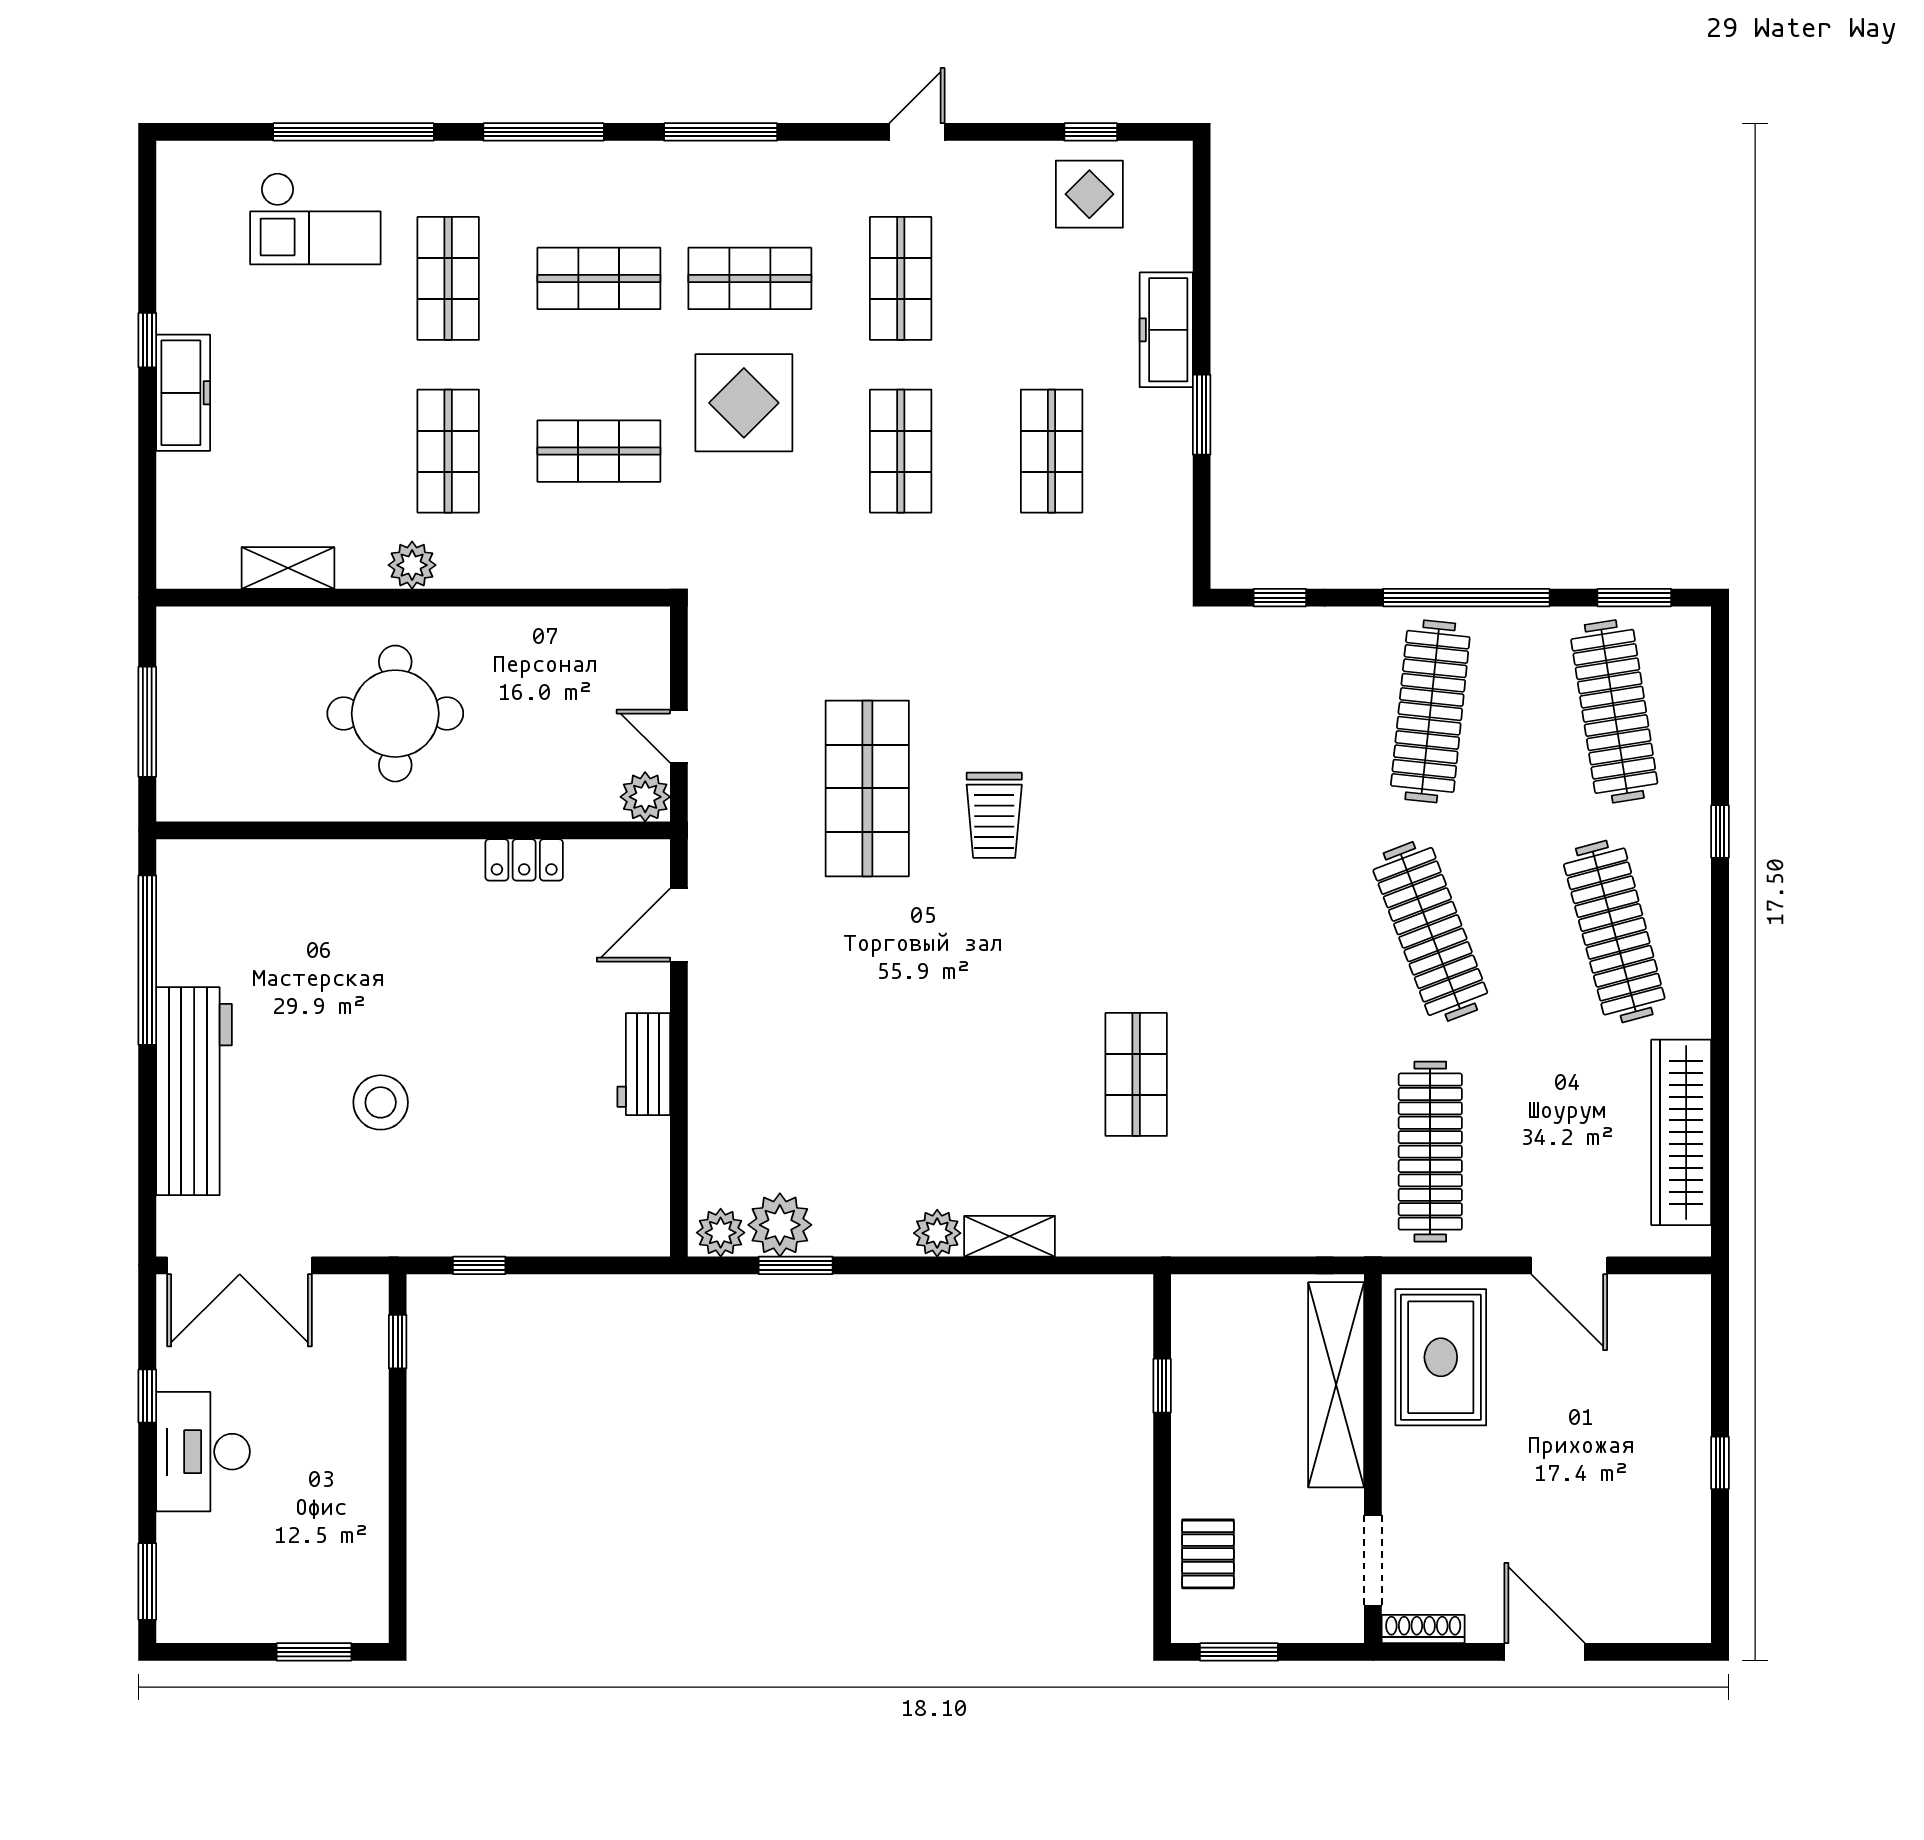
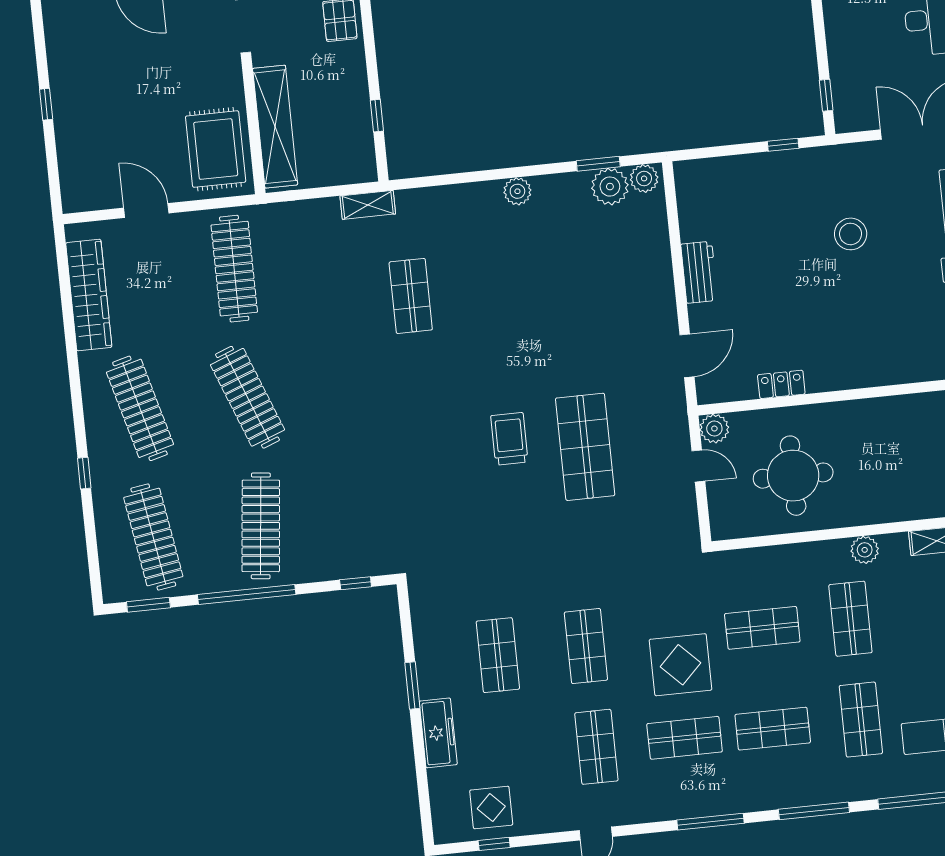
round table: (395, 714) -> (793, 476), moved
shelving: (1010, 1236) -> (368, 205), moved

